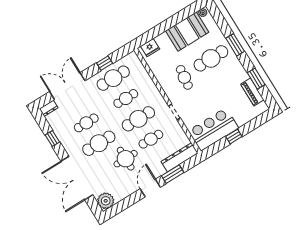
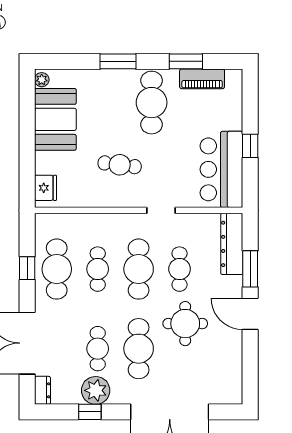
cafe table: (211, 58) -> (152, 103), moved
plant: (106, 201) -> (96, 390), moved

